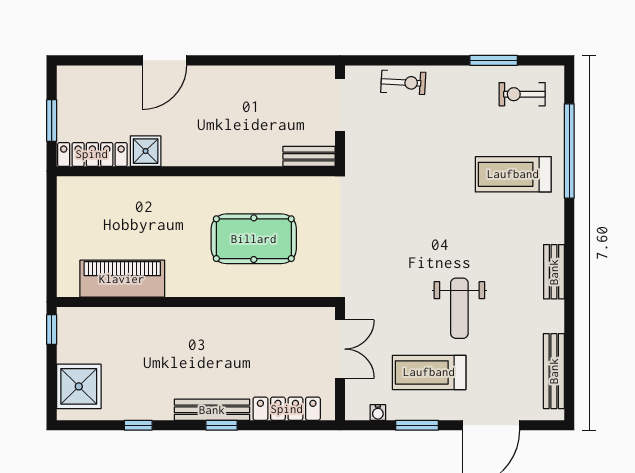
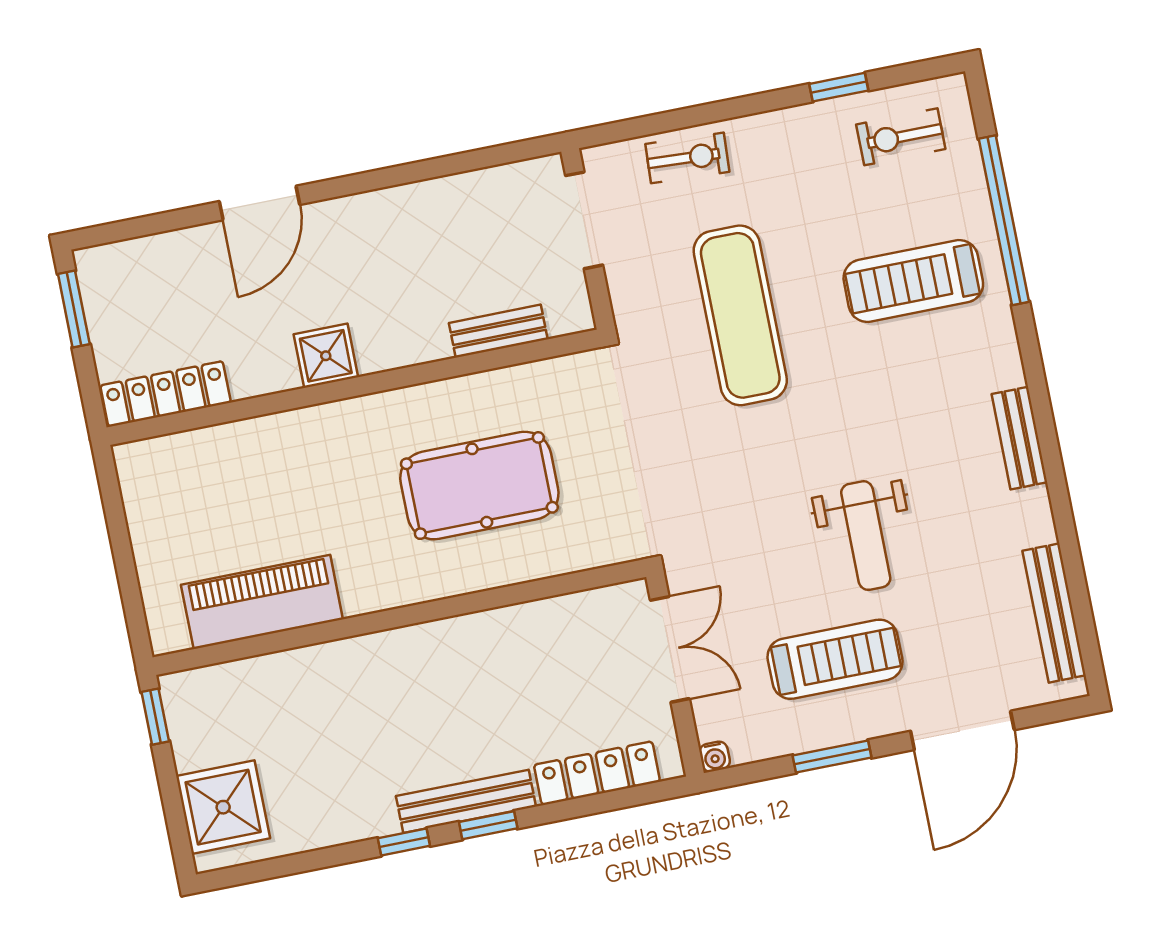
window: (494, 60) -> (839, 87), width x0.67
window: (52, 121) -> (74, 309), moved
shower: (146, 151) -> (326, 356), moved
bench: (309, 156) -> (498, 331), moved
exercise mat: (415, 174) -> (740, 315), added
treadmill: (429, 372) -> (835, 659), turned 180
water cooler: (378, 412) -> (715, 757), moved
window: (138, 425) -> (404, 842), moved

